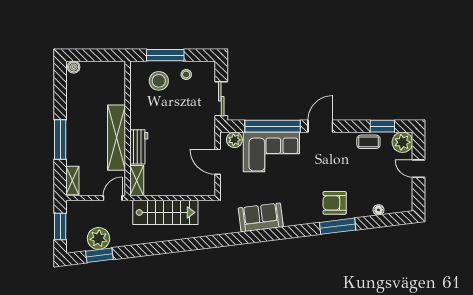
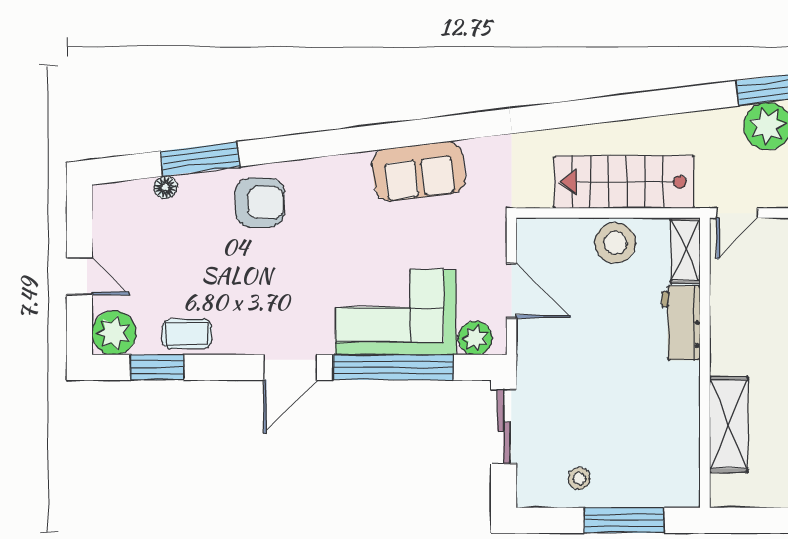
stool: (159, 81) -> (615, 243), moved
shelving: (117, 138) -> (729, 424), moved, width x0.68
window: (338, 226) -> (200, 159), moved

